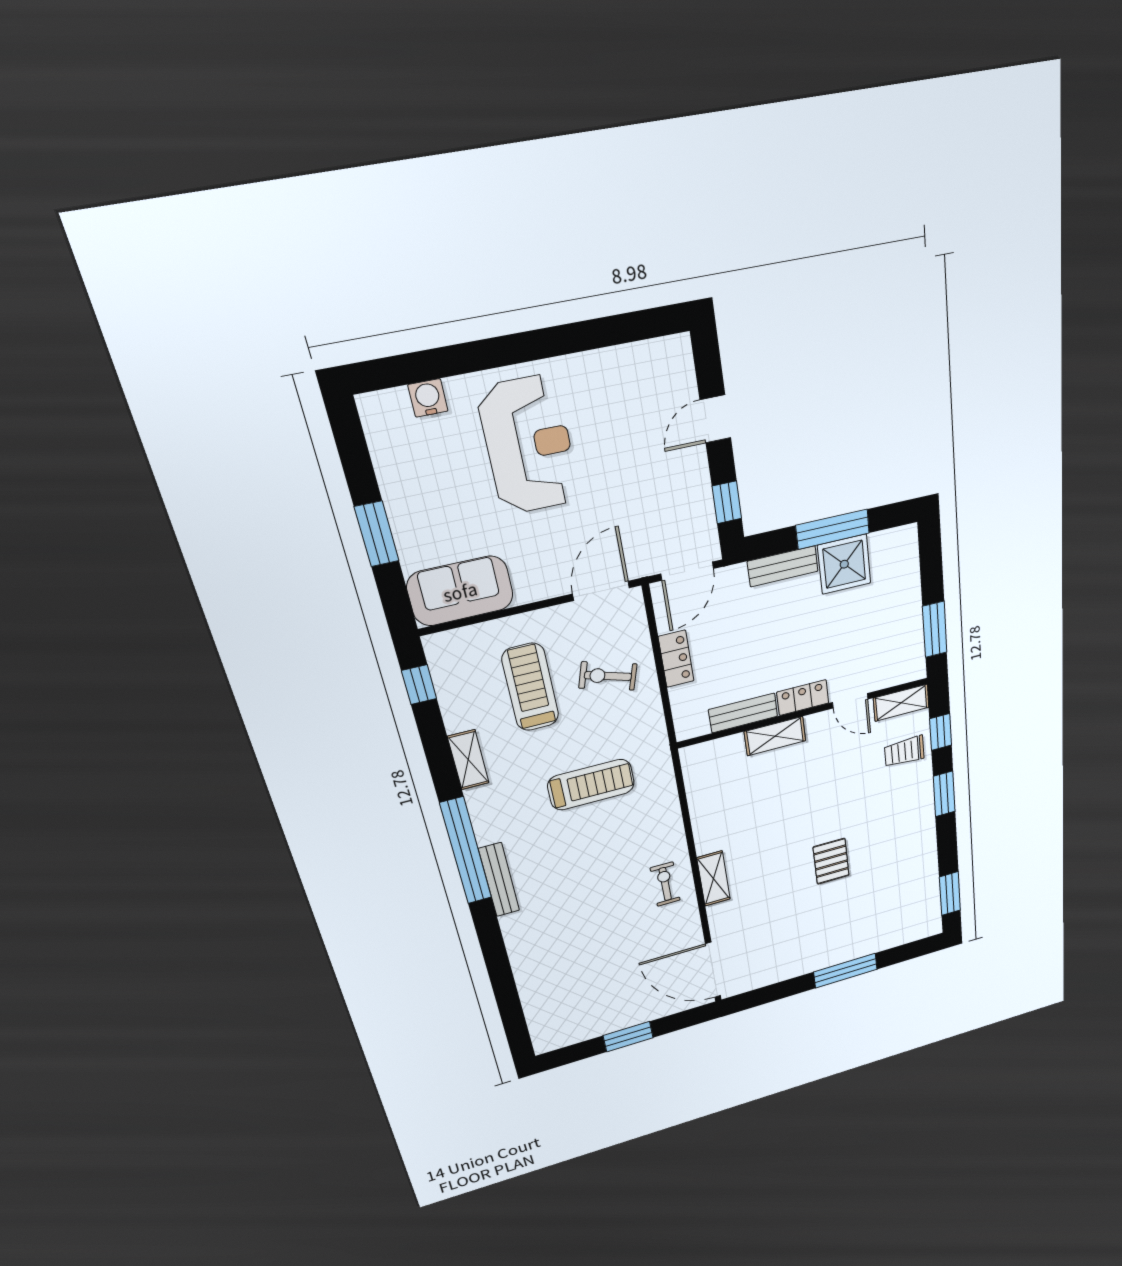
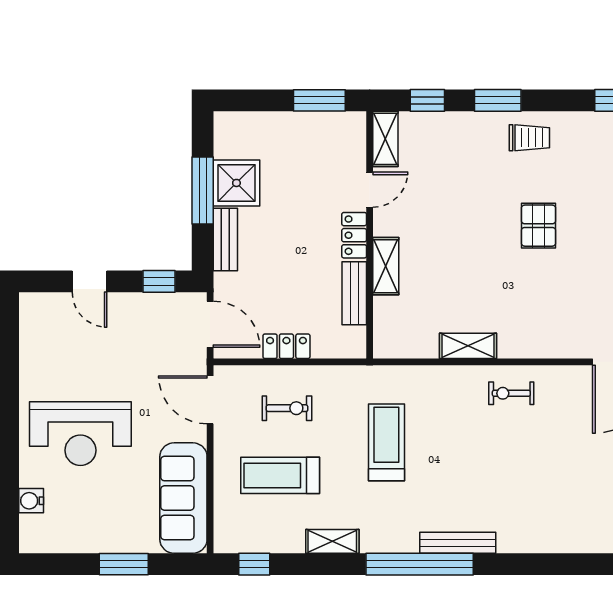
reception desk: (529, 445) -> (80, 434), turned 180
sofa: (460, 591) -> (183, 498), width x1.36
exercise bike: (608, 676) -> (287, 408), turned -107
trolley: (904, 751) -> (529, 138), moved, turned -90
pallet: (831, 861) -> (538, 226), turned 90
shelving: (714, 879) -> (468, 346), moved

